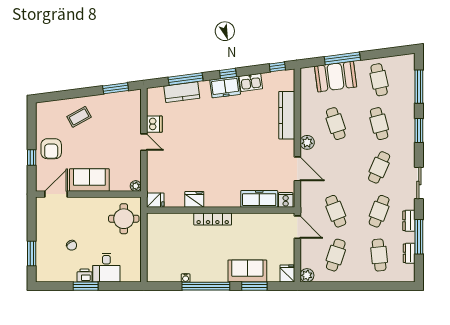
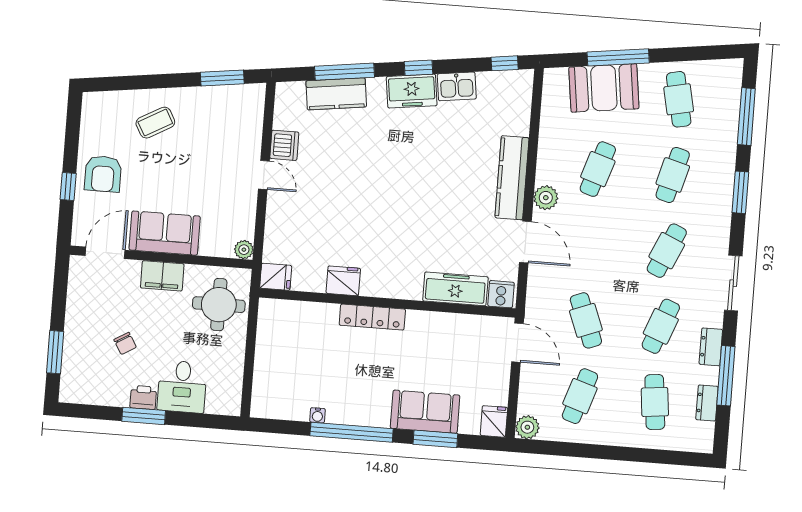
kitchen counter: (287, 115) -> (512, 178), moved
cafe table: (336, 124) -> (598, 169), turned 36
cafe table: (379, 124) -> (673, 175), turned 30
filing cabinet: (90, 205) -> (162, 276), added

